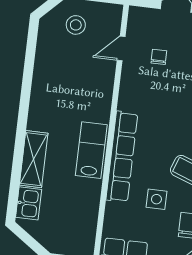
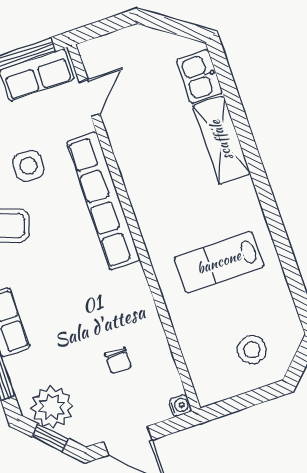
water cooler: (135, 12) -> (180, 405), added
door: (121, 48) -> (89, 98), moved
lab bench: (91, 150) -> (219, 262), moved, turned 90

